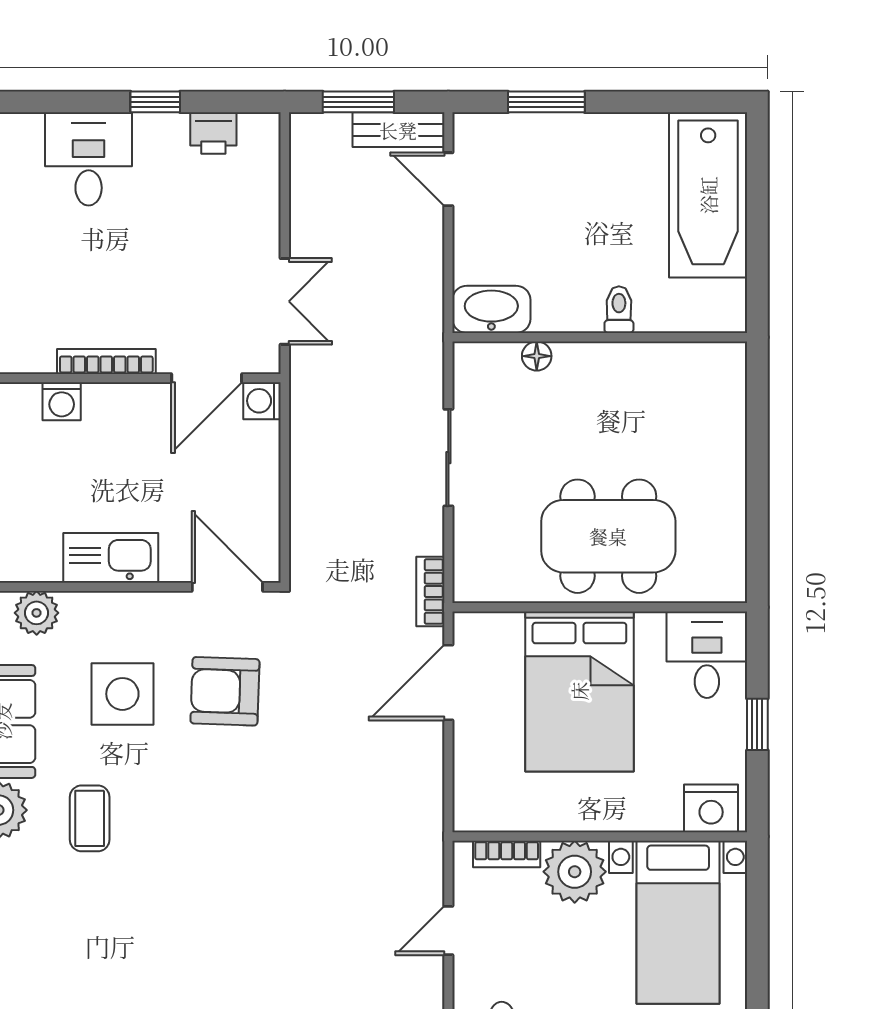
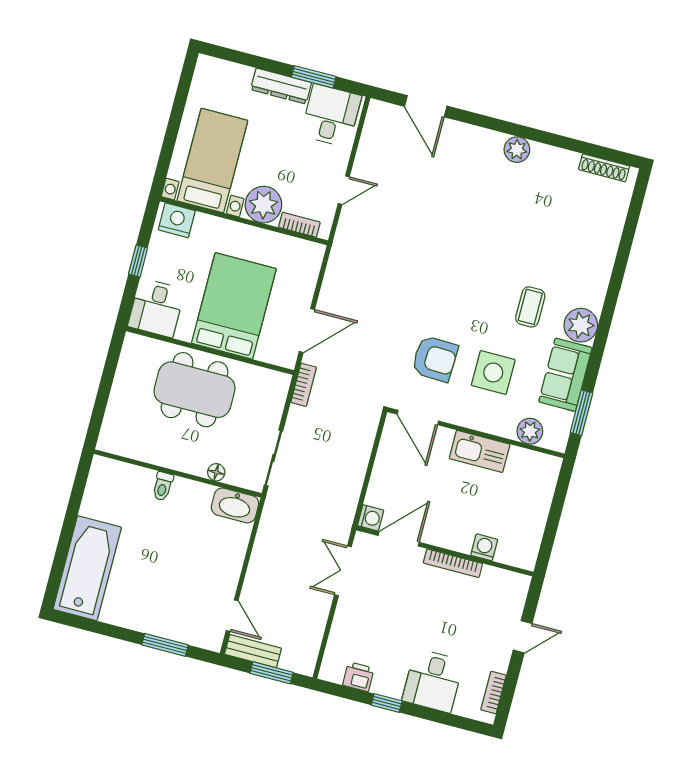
washbasin: (491, 309) -> (235, 505), moved
toilet: (619, 310) -> (163, 486), moved
wall: (600, 337) -> (178, 474), moved
floor lamp: (537, 356) -> (216, 472), moved

